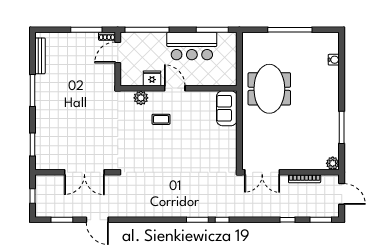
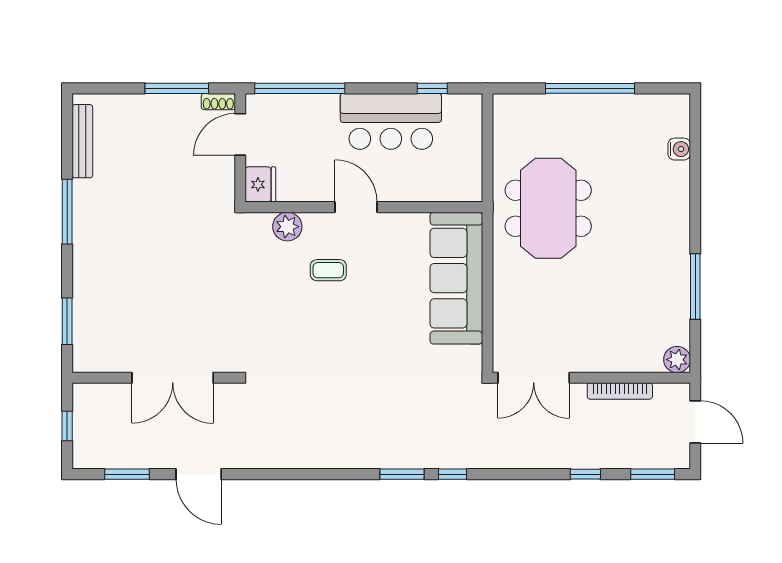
window: (212, 30) -> (432, 88), width x0.46
fridge: (152, 78) -> (260, 184), moved, turned 90
sofa: (227, 108) -> (456, 278), width x1.85, depth x1.27

